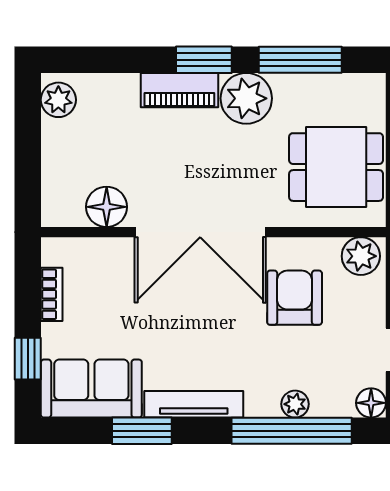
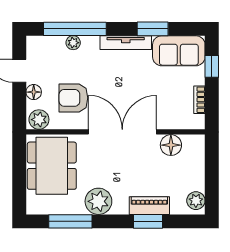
window: (204, 60) -> (148, 221), moved
piano: (179, 90) -> (149, 206), moved
dining table: (336, 167) -> (52, 166), width x1.38
armchair: (295, 298) -> (73, 98), turned 90
floor lamp: (371, 403) -> (34, 92), moved

